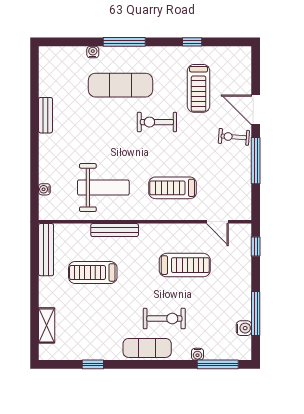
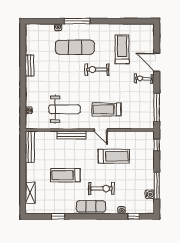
window: (192, 42) -> (118, 21), removed
treadmill: (199, 88) -> (122, 49), turned 180
window: (256, 161) -> (157, 107), moved
door: (217, 222) -> (101, 130), moved
treadmill: (93, 272) -> (65, 175), moved
window: (218, 364) -> (134, 216), width x0.46

